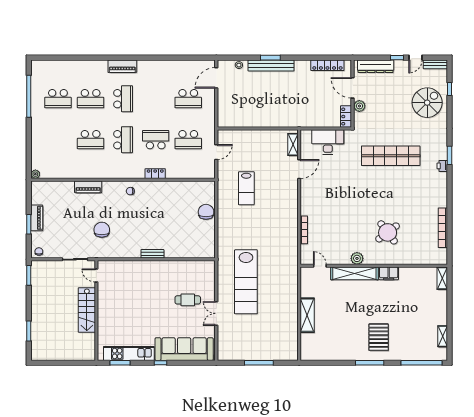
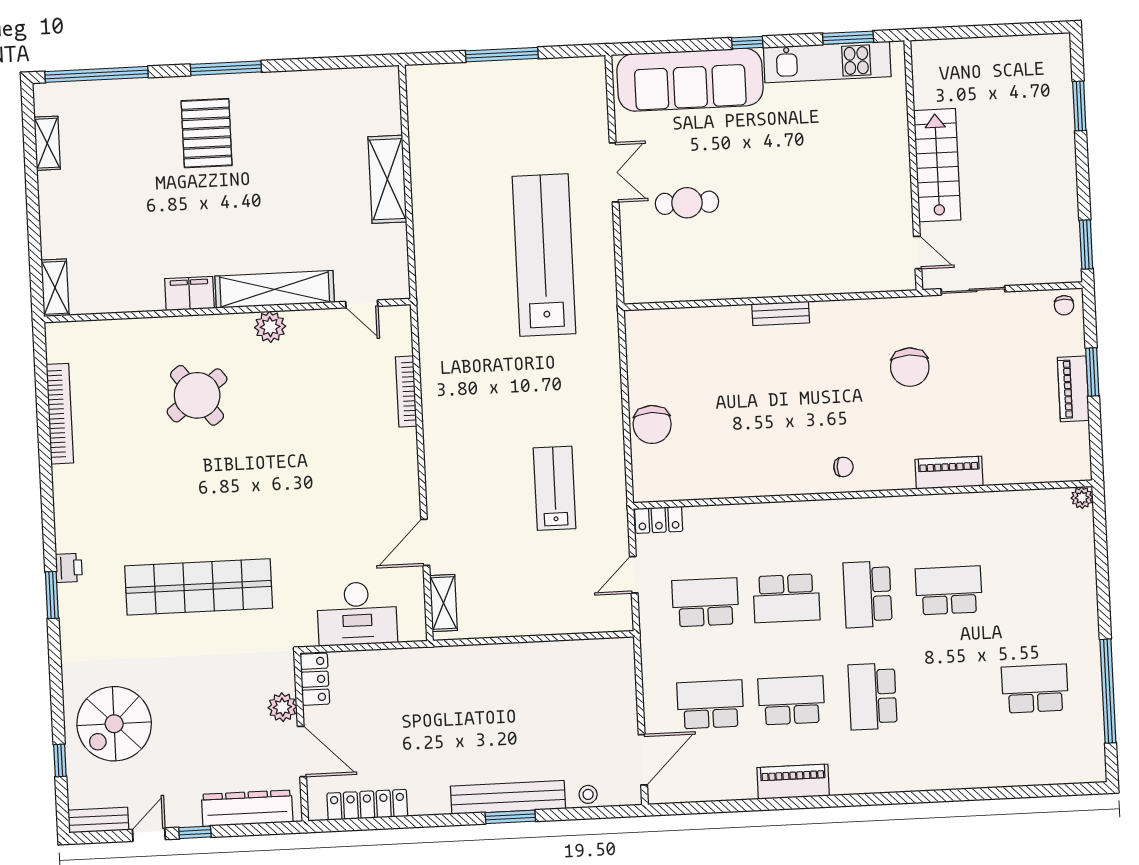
piano: (122, 66) -> (793, 782), moved
school desk: (91, 99) -> (791, 700), moved
locker: (155, 174) -> (659, 520), moved

